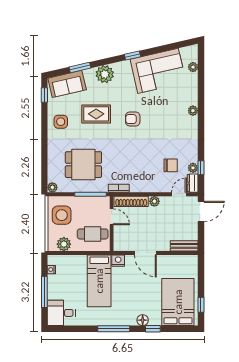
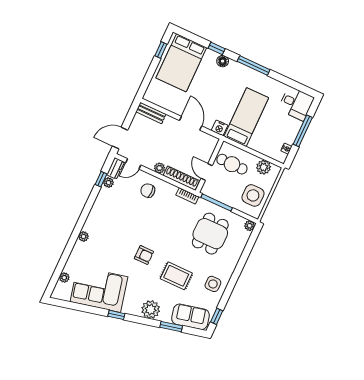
dining table: (83, 165) -> (210, 234), turned 90
chair: (171, 165) -> (148, 191), moved

